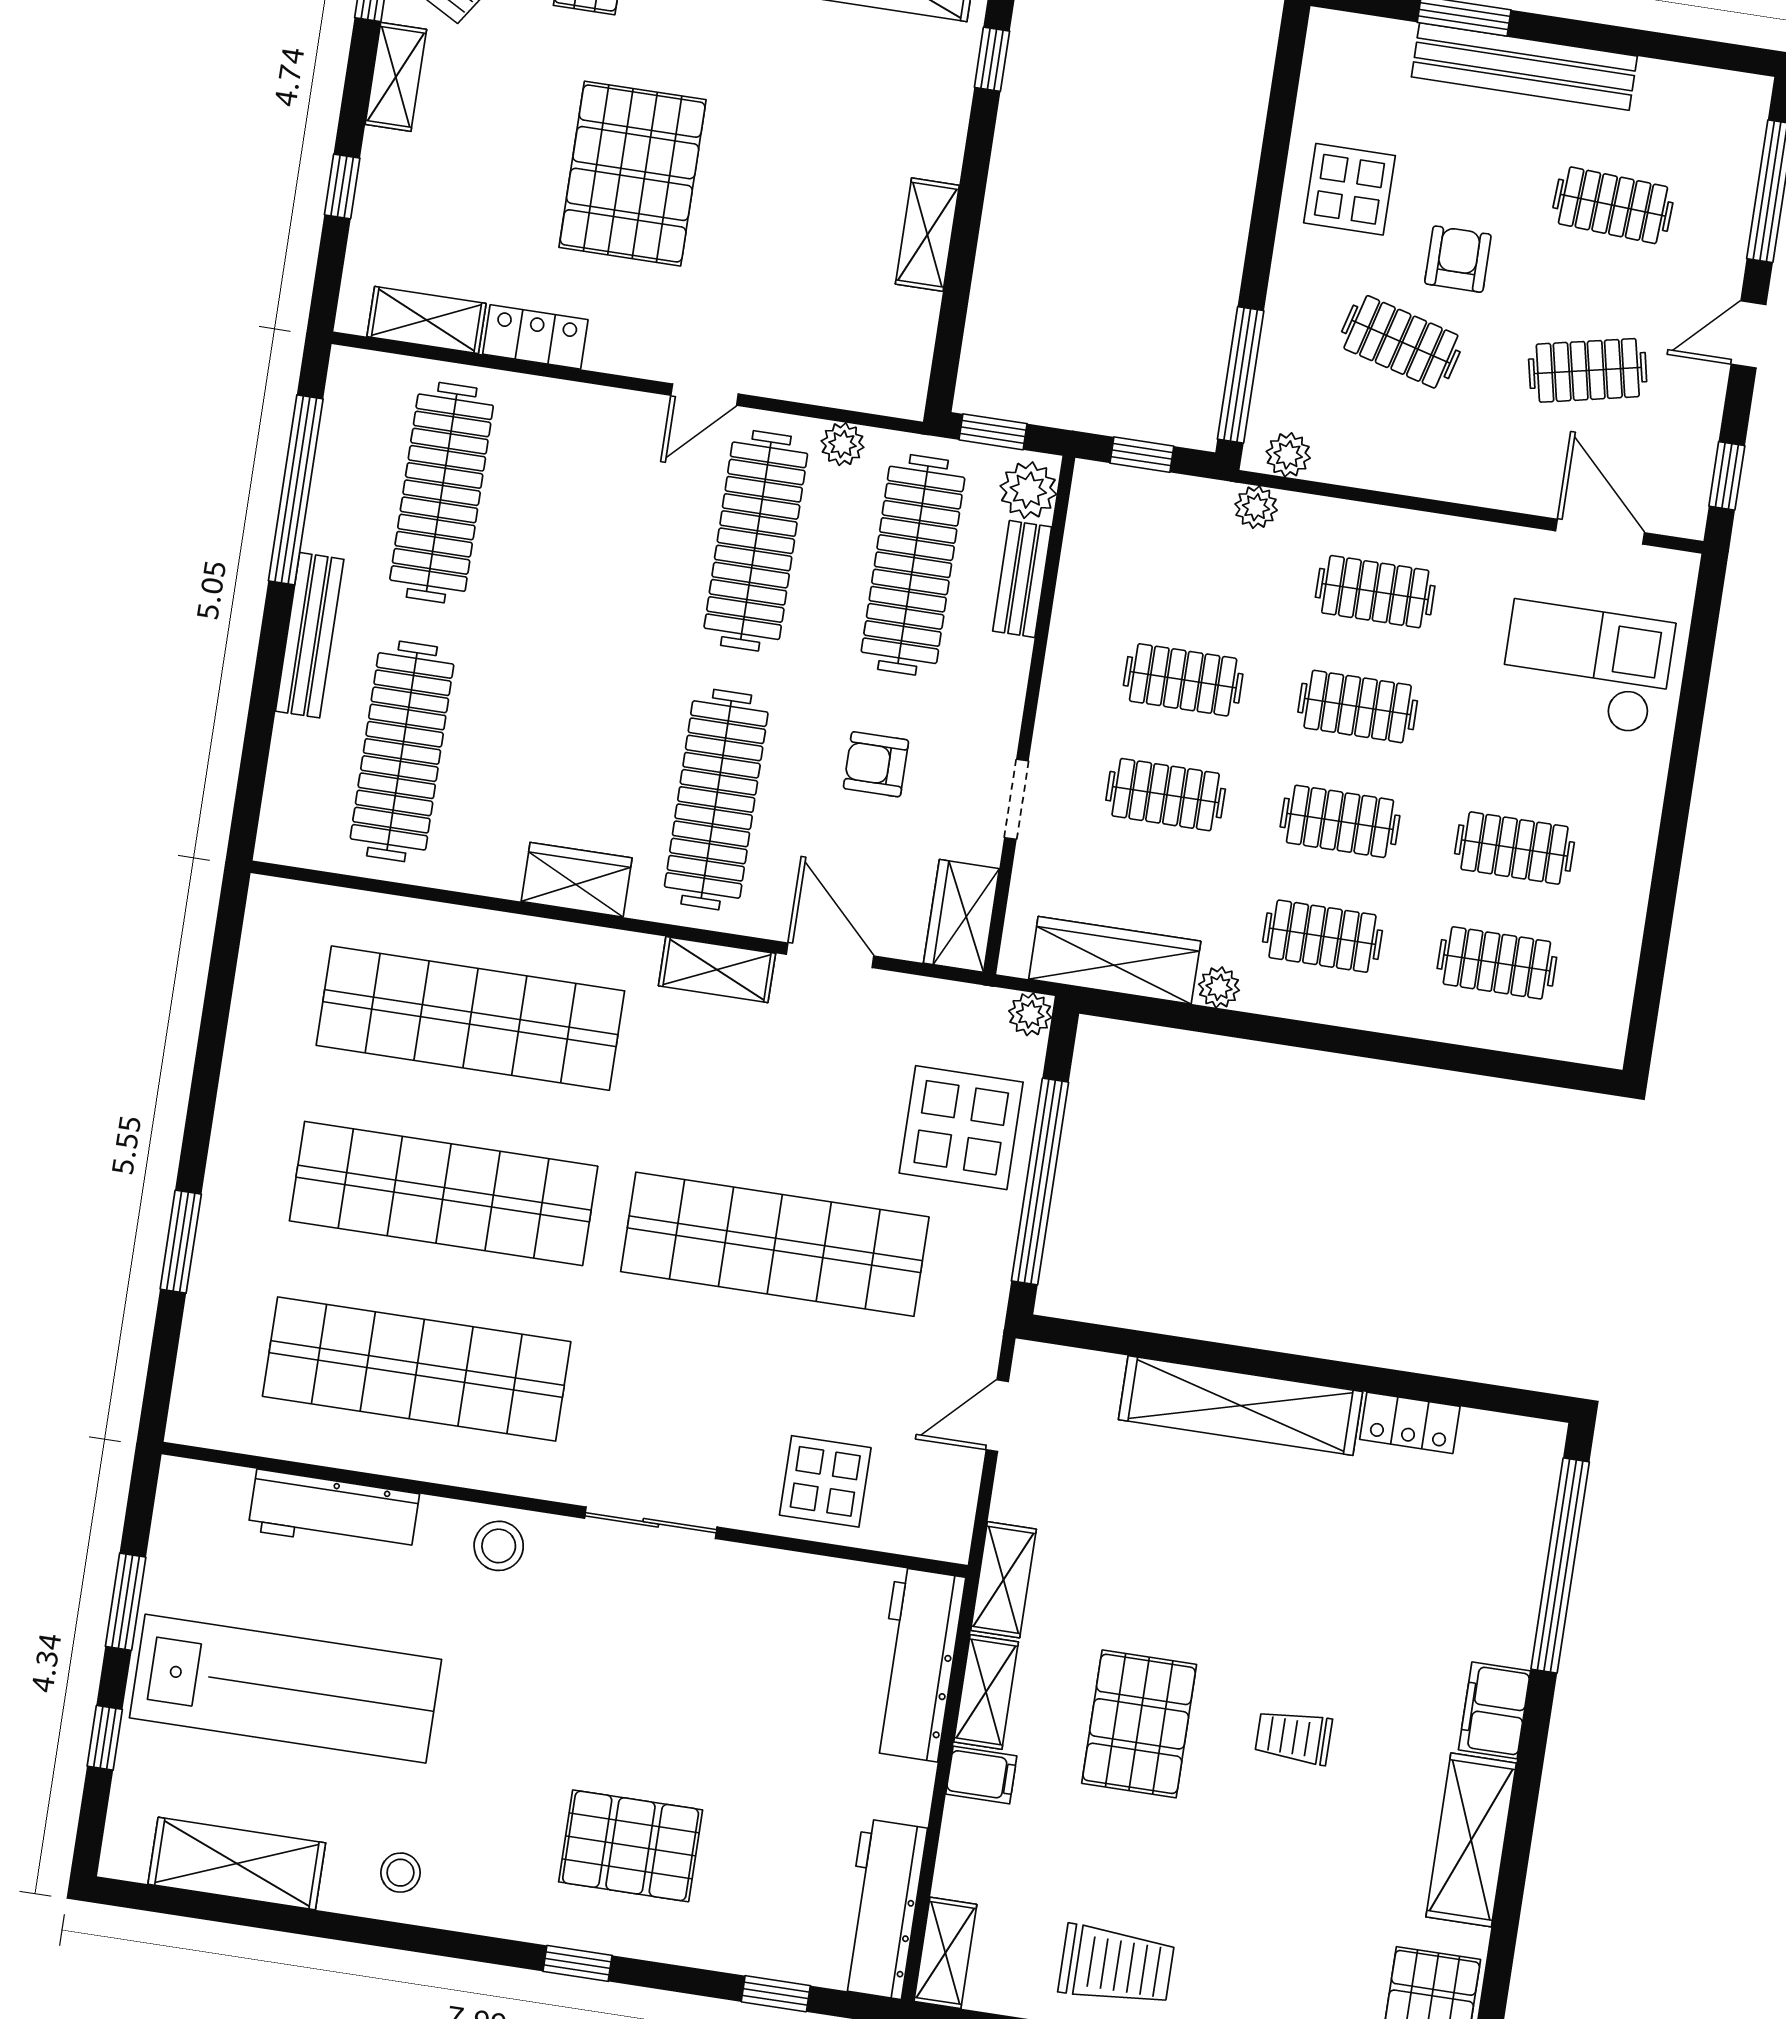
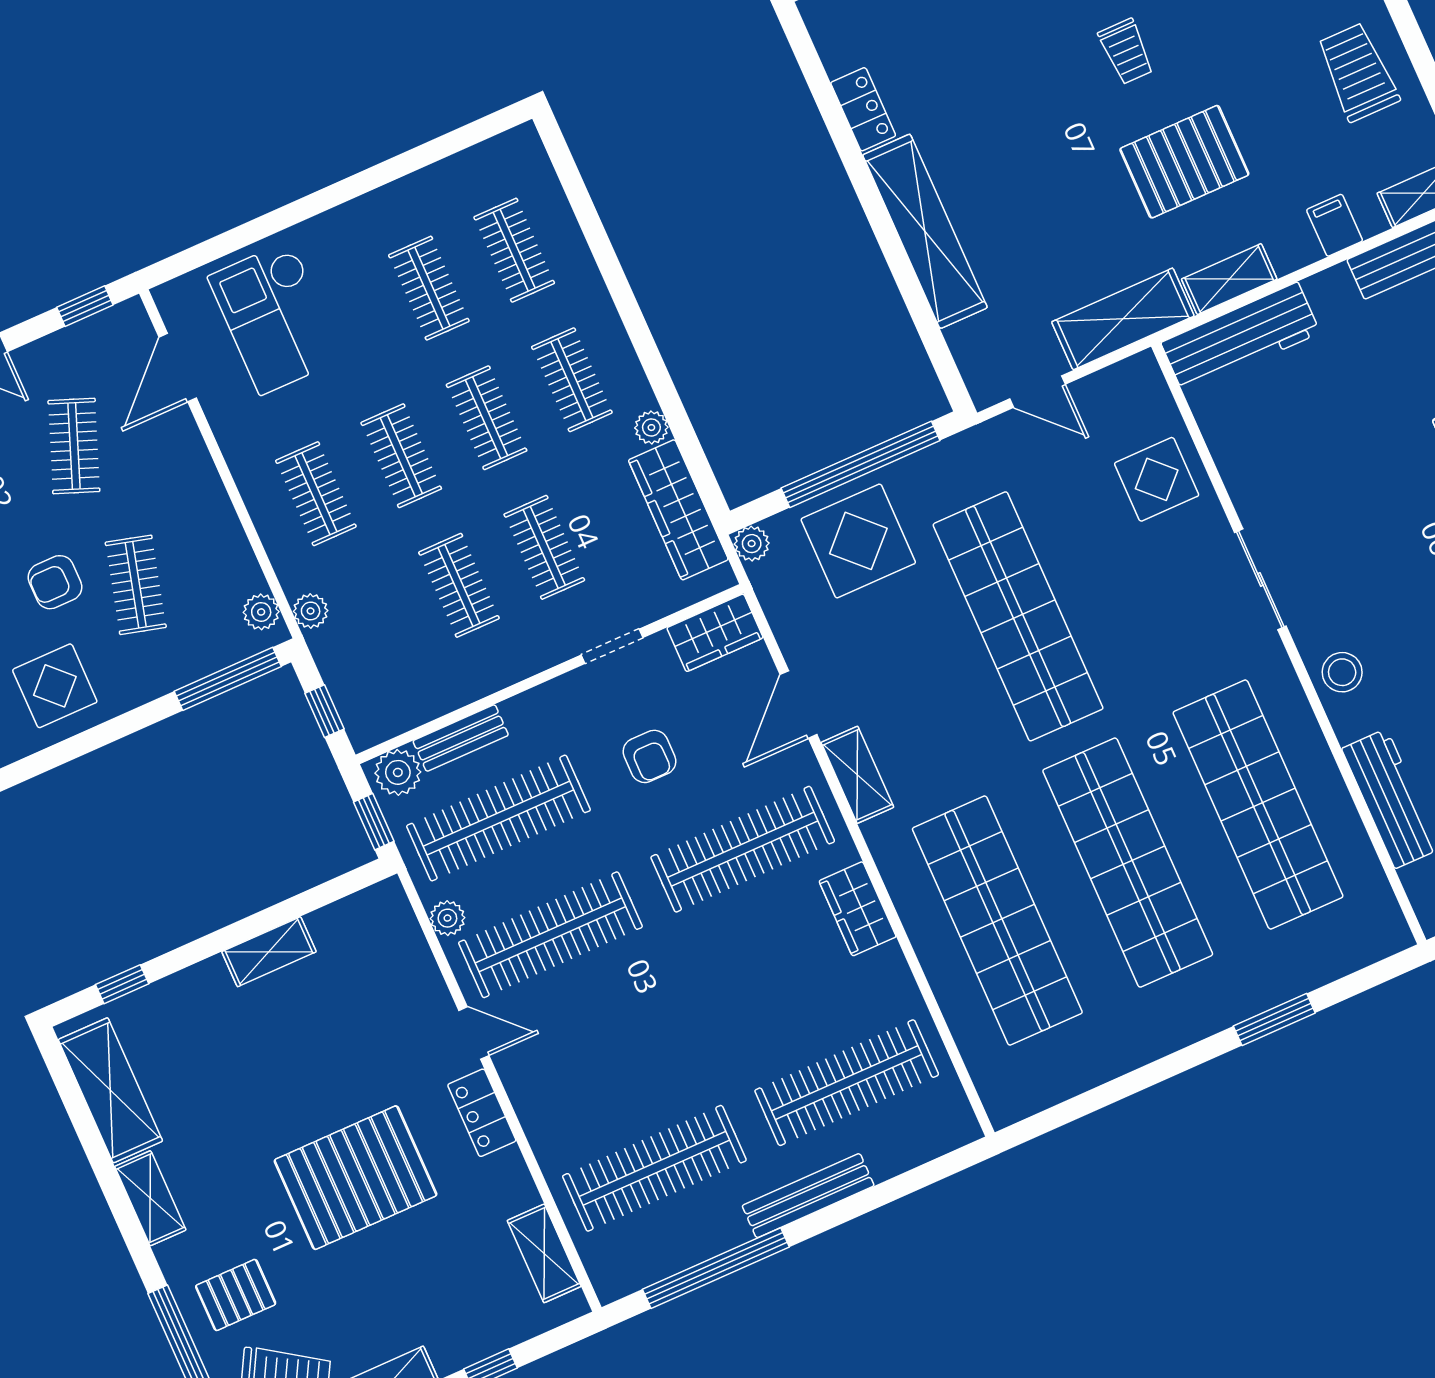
locker: (535, 337) -> (482, 1113), moved
clothes rail: (1588, 370) -> (74, 446), turned 33
shelving: (1004, 1580) -> (1123, 319), width x1.50, depth x1.33
filing cabinet: (981, 1775) -> (1335, 225), moved

